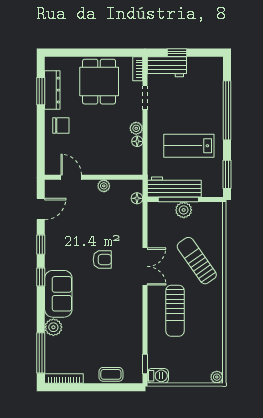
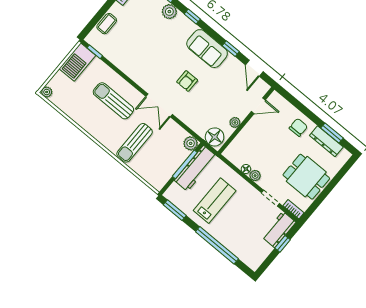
chair: (61, 125) -> (298, 127), turned 180
floor lamp: (137, 198) -> (215, 137), width x1.89, depth x1.89
plant: (184, 210) -> (191, 143), moved
sun lounger: (197, 261) -> (135, 143), turned 125
window: (41, 277) -> (192, 17), moved
sofa: (58, 294) -> (207, 49), moved
barbecue: (158, 376) -> (77, 62), width x1.88, depth x1.53

